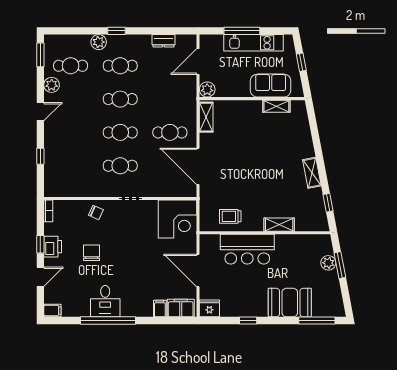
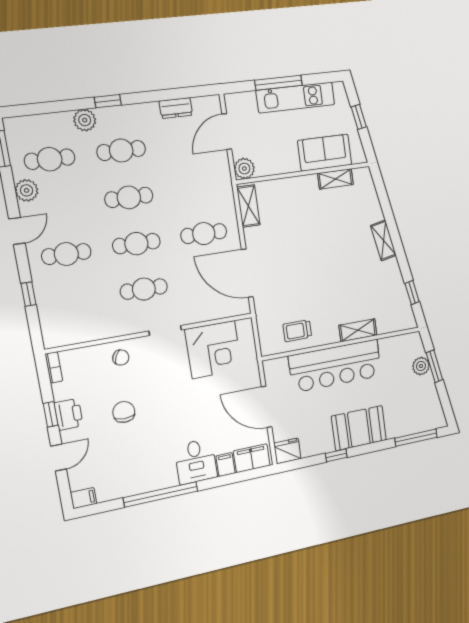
cafe table: (71, 132) -> (66, 254), added
shelving: (312, 173) -> (383, 240), moved
corner desk: (177, 219) -> (213, 350), moved
bar counter: (247, 249) -> (335, 366), width x1.36
desk: (105, 301) -> (196, 461), moved
booth: (290, 303) -> (359, 428), moved

